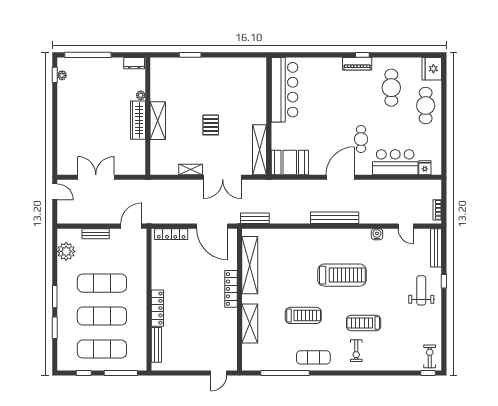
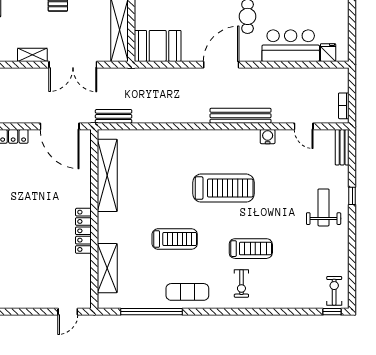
bench: (335, 218) -> (241, 116), moved
bench: (436, 248) -> (342, 147), width x0.73
locker: (231, 289) -> (83, 231), moved
treadmill: (364, 323) -> (251, 249), turned 180
shelving: (250, 324) -> (107, 268), moved

